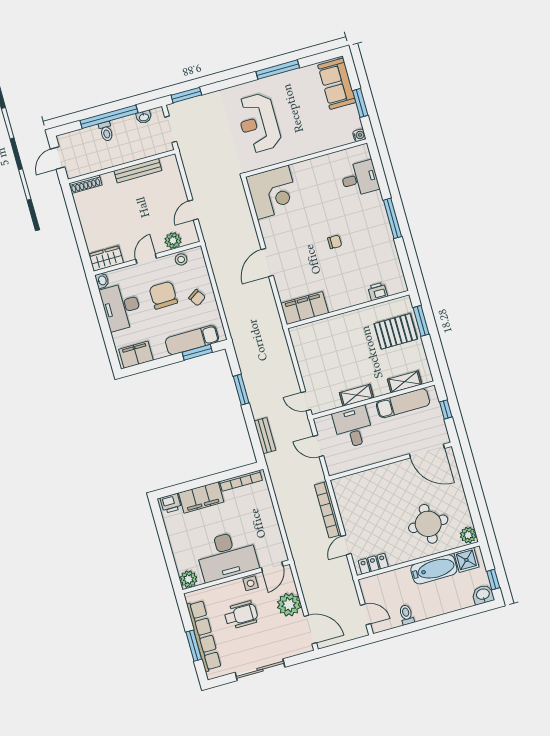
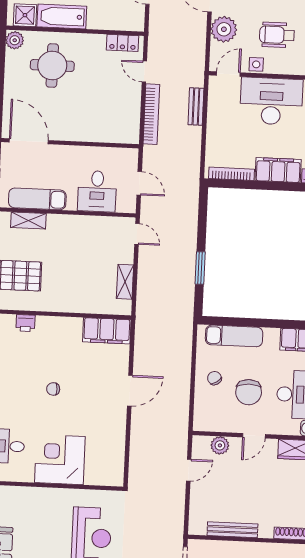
corner desk: (273, 192) -> (60, 460), moved
stool: (181, 259) -> (218, 423), removed
window: (197, 352) -> (233, 322), removed
shelving: (356, 395) -> (125, 282), moved, turned 90
bench: (265, 436) -> (196, 106), moved
door: (346, 545) -> (144, 72), swing flipped

